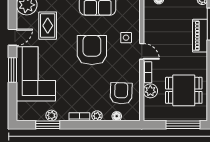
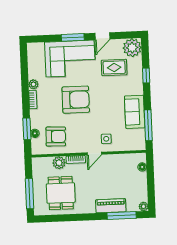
door: (13, 37) -> (102, 36), hinge flipped
armchair: (92, 50) -> (76, 100), moved
plant: (51, 115) -> (33, 84), moved
plant: (97, 116) -> (34, 115), removed
window: (48, 125) -> (27, 129), moved

